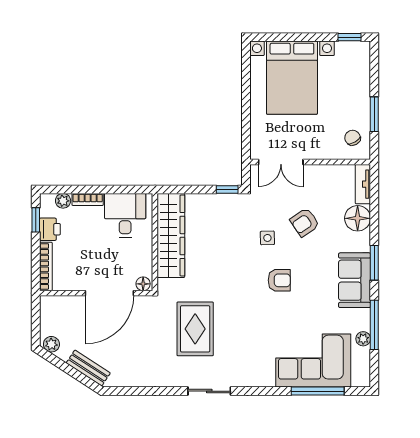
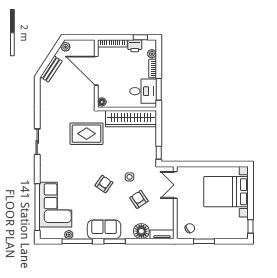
window: (122, 189) -> (159, 89), added
armchair: (279, 280) -> (104, 184), turned -145
door: (109, 293) -> (96, 71), moved
rug: (195, 329) -> (87, 134), moved
window: (318, 391) -> (37, 207), width x1.46

